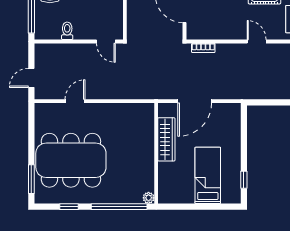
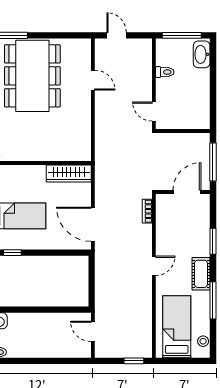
door: (106, 41) -> (154, 112), hinge flipped
door: (195, 101) -> (93, 224), moved
wardrobe: (166, 139) -> (69, 173), moved

